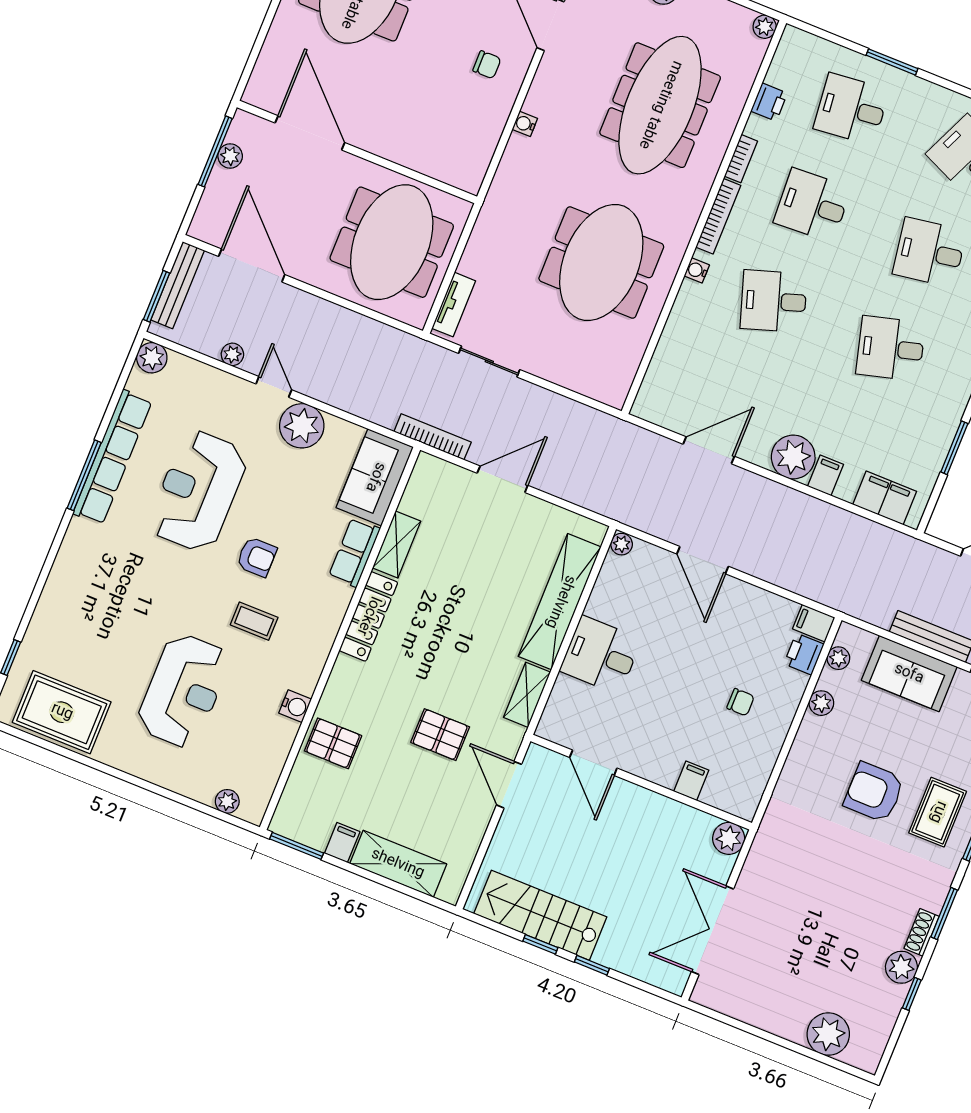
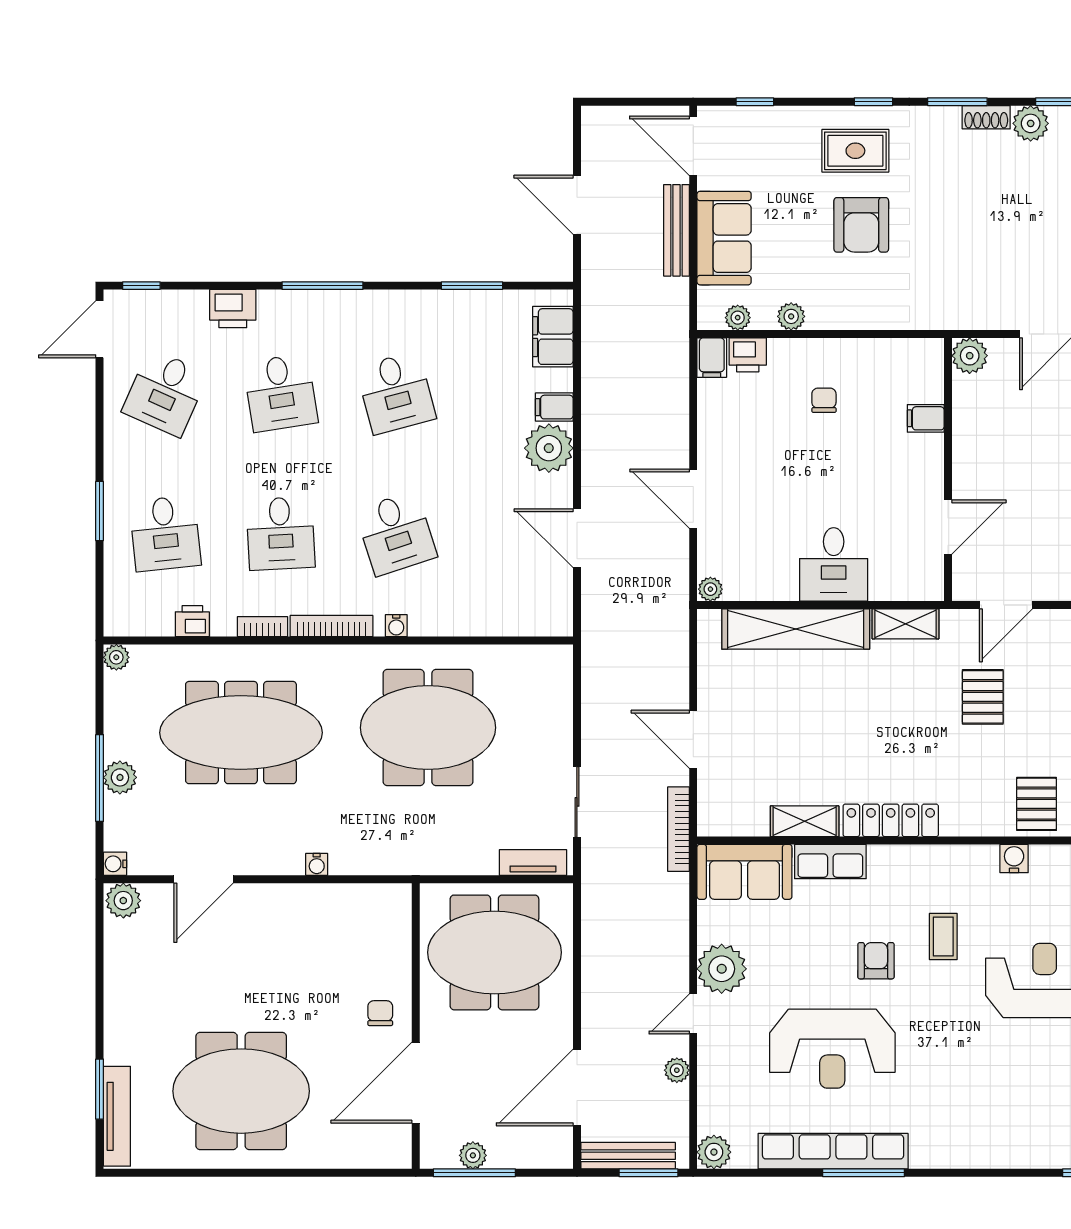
chair: (487, 65) -> (380, 1013), moved
door: (703, 560) -> (693, 499), swing flipped

